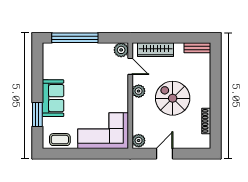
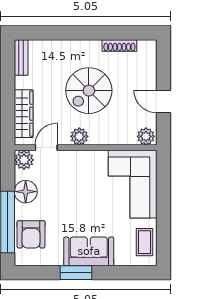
floor lamp: (97, 51) -> (26, 192), added
armchair: (66, 55) -> (31, 234), added
window: (37, 114) -> (76, 273), moved

